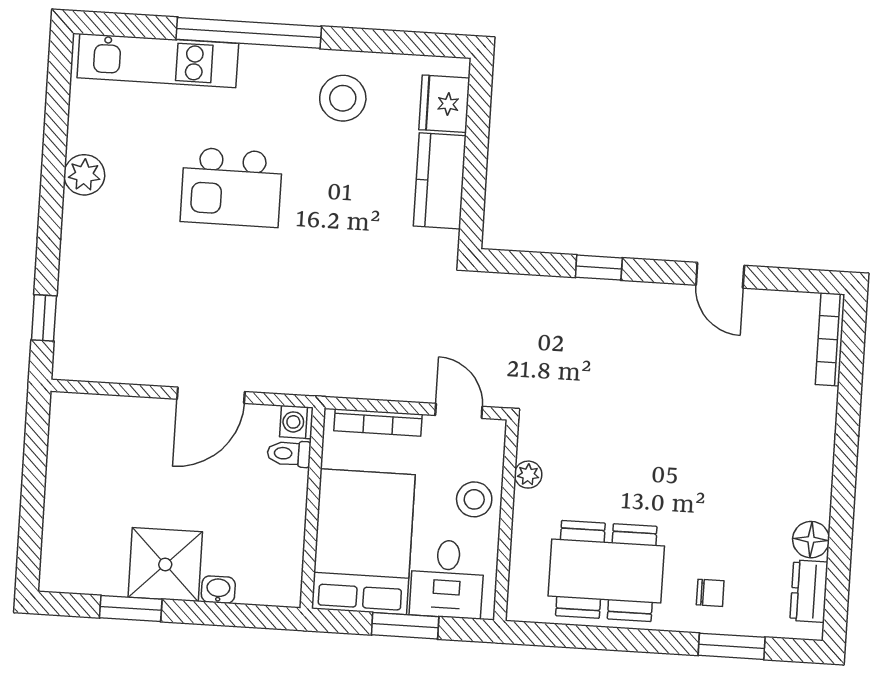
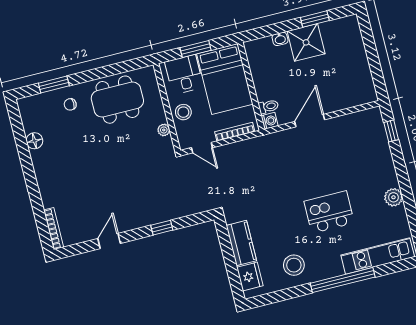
door: (720, 275) -> (109, 241), hinge flipped
dresser: (809, 591) -> (28, 118), removed

